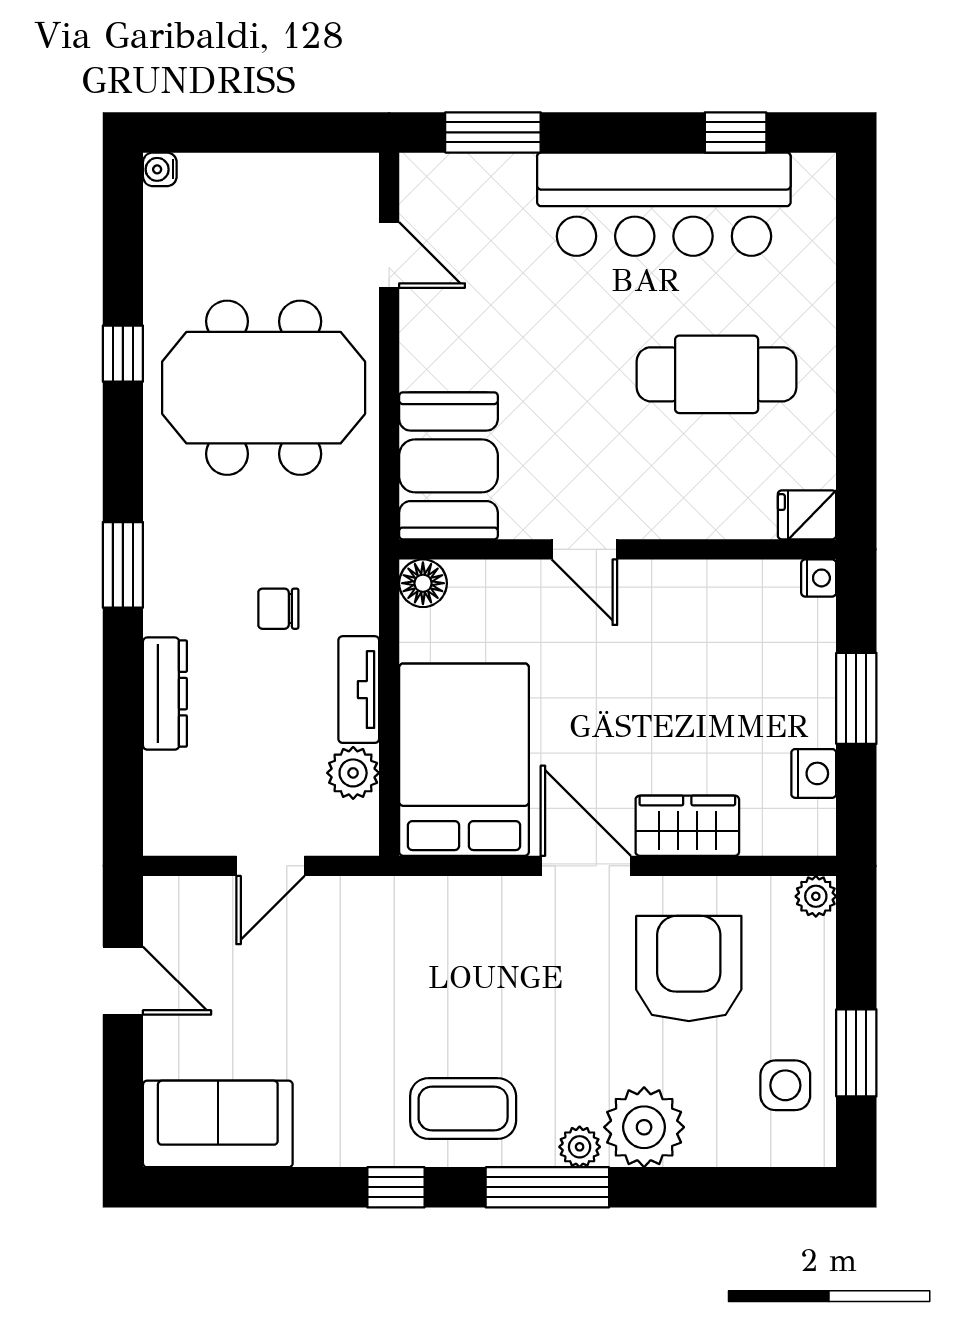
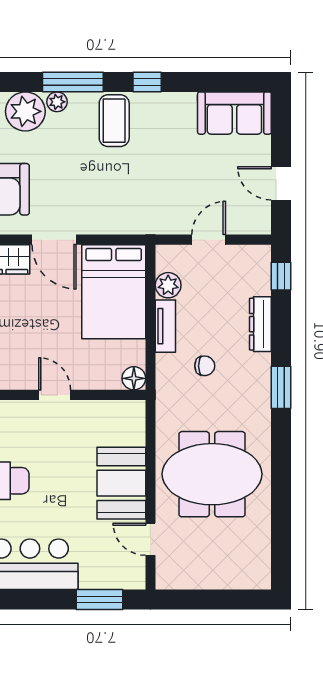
water cooler: (160, 169) -> (263, 581), removed
window: (123, 354) -> (281, 276), moved
booth: (448, 466) -> (121, 483), moved
coffee table: (463, 1108) -> (114, 121), turned 90

